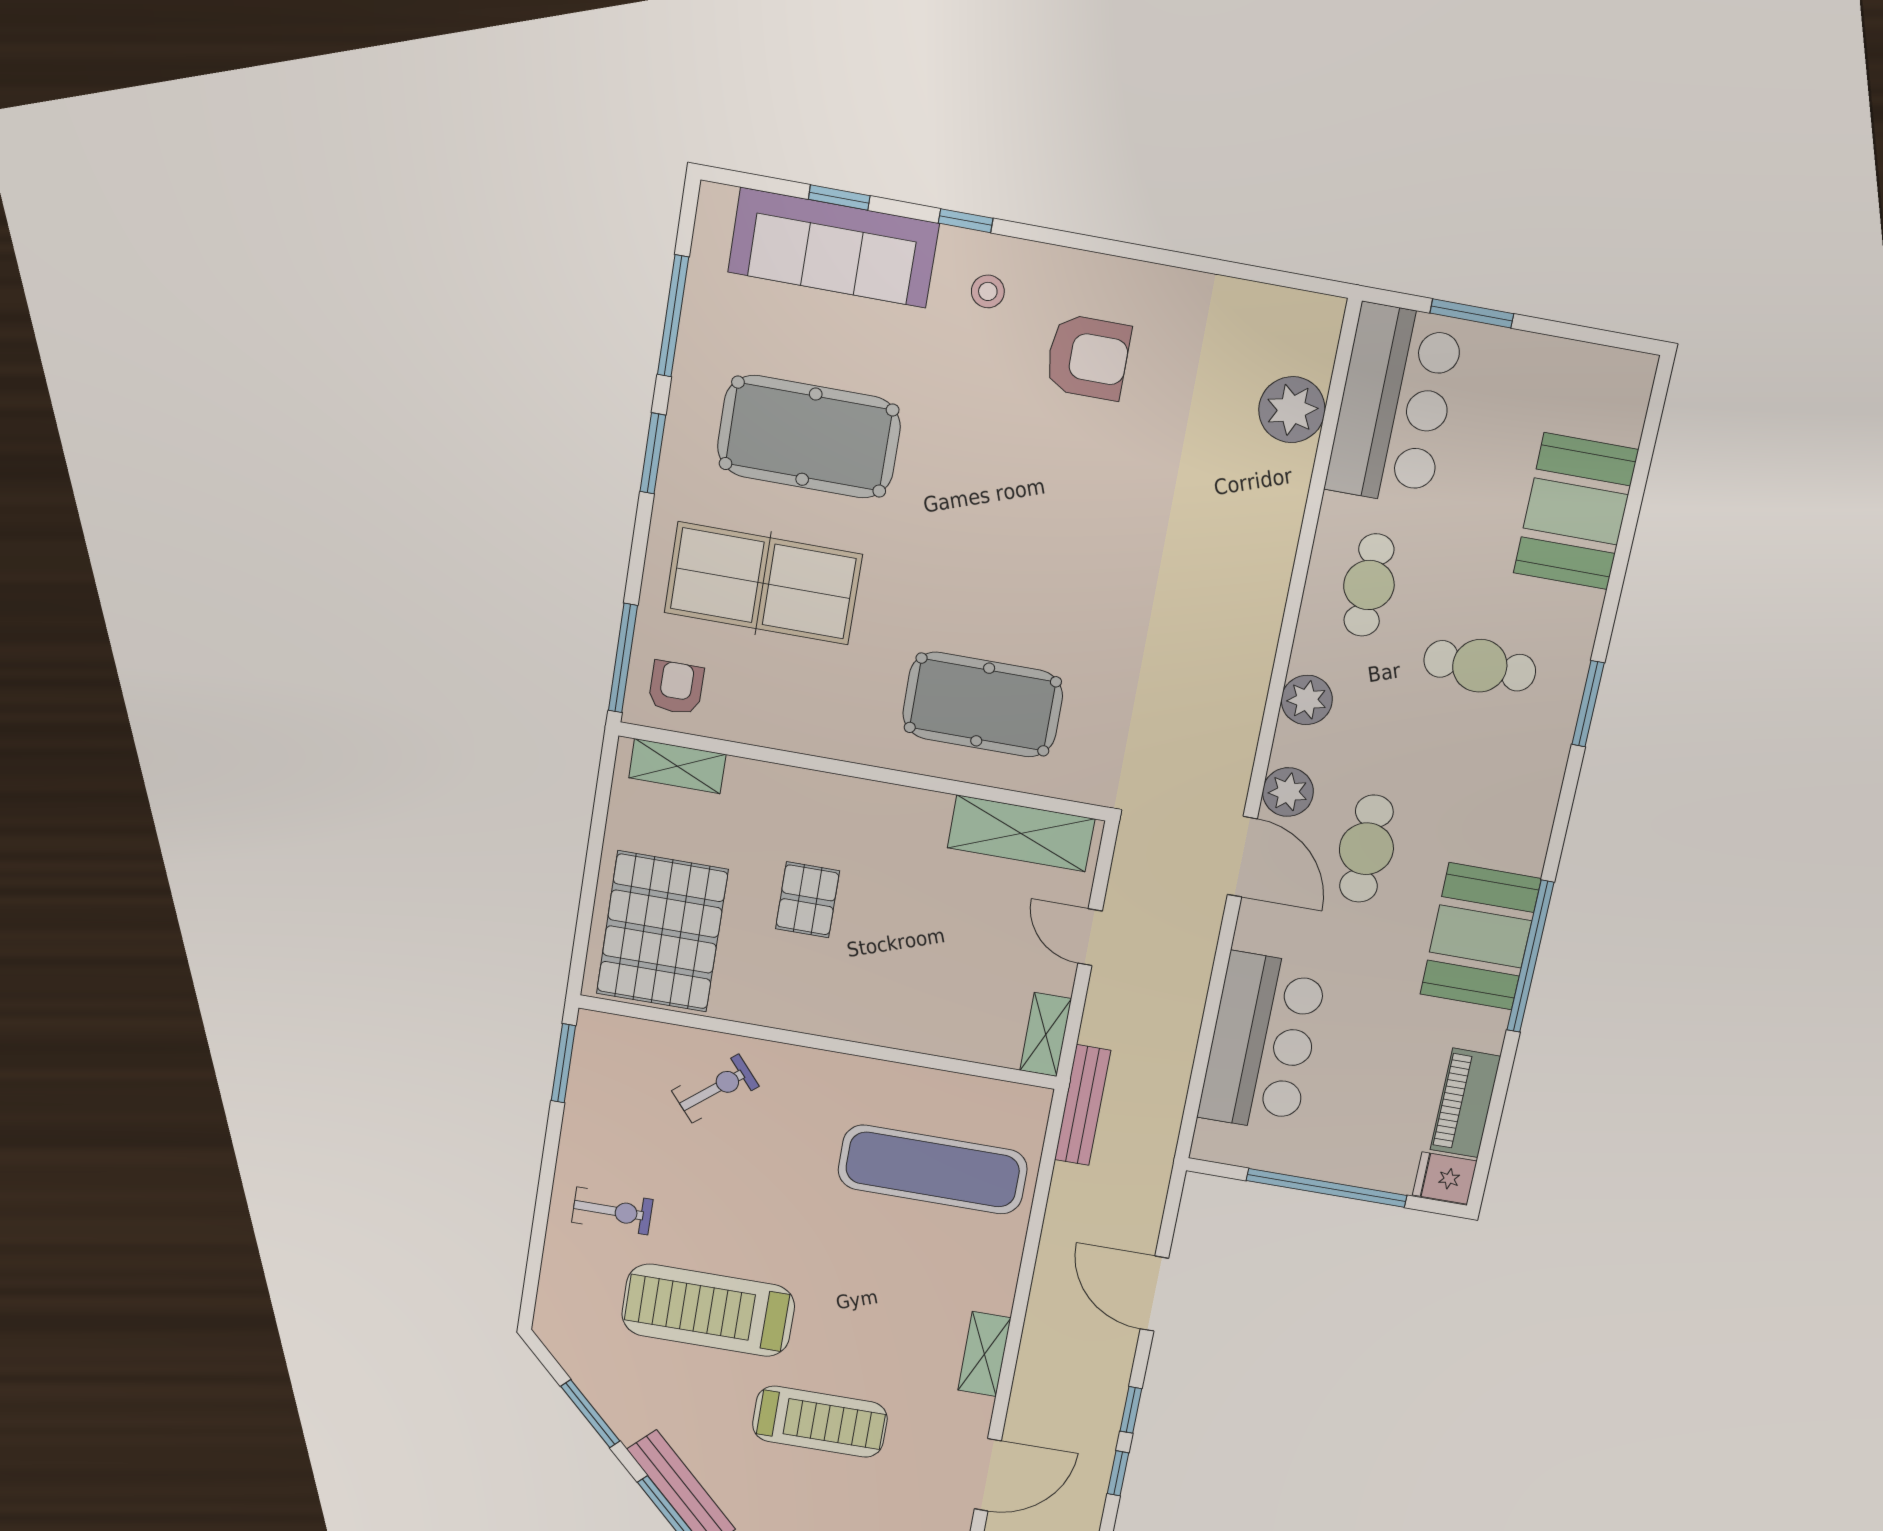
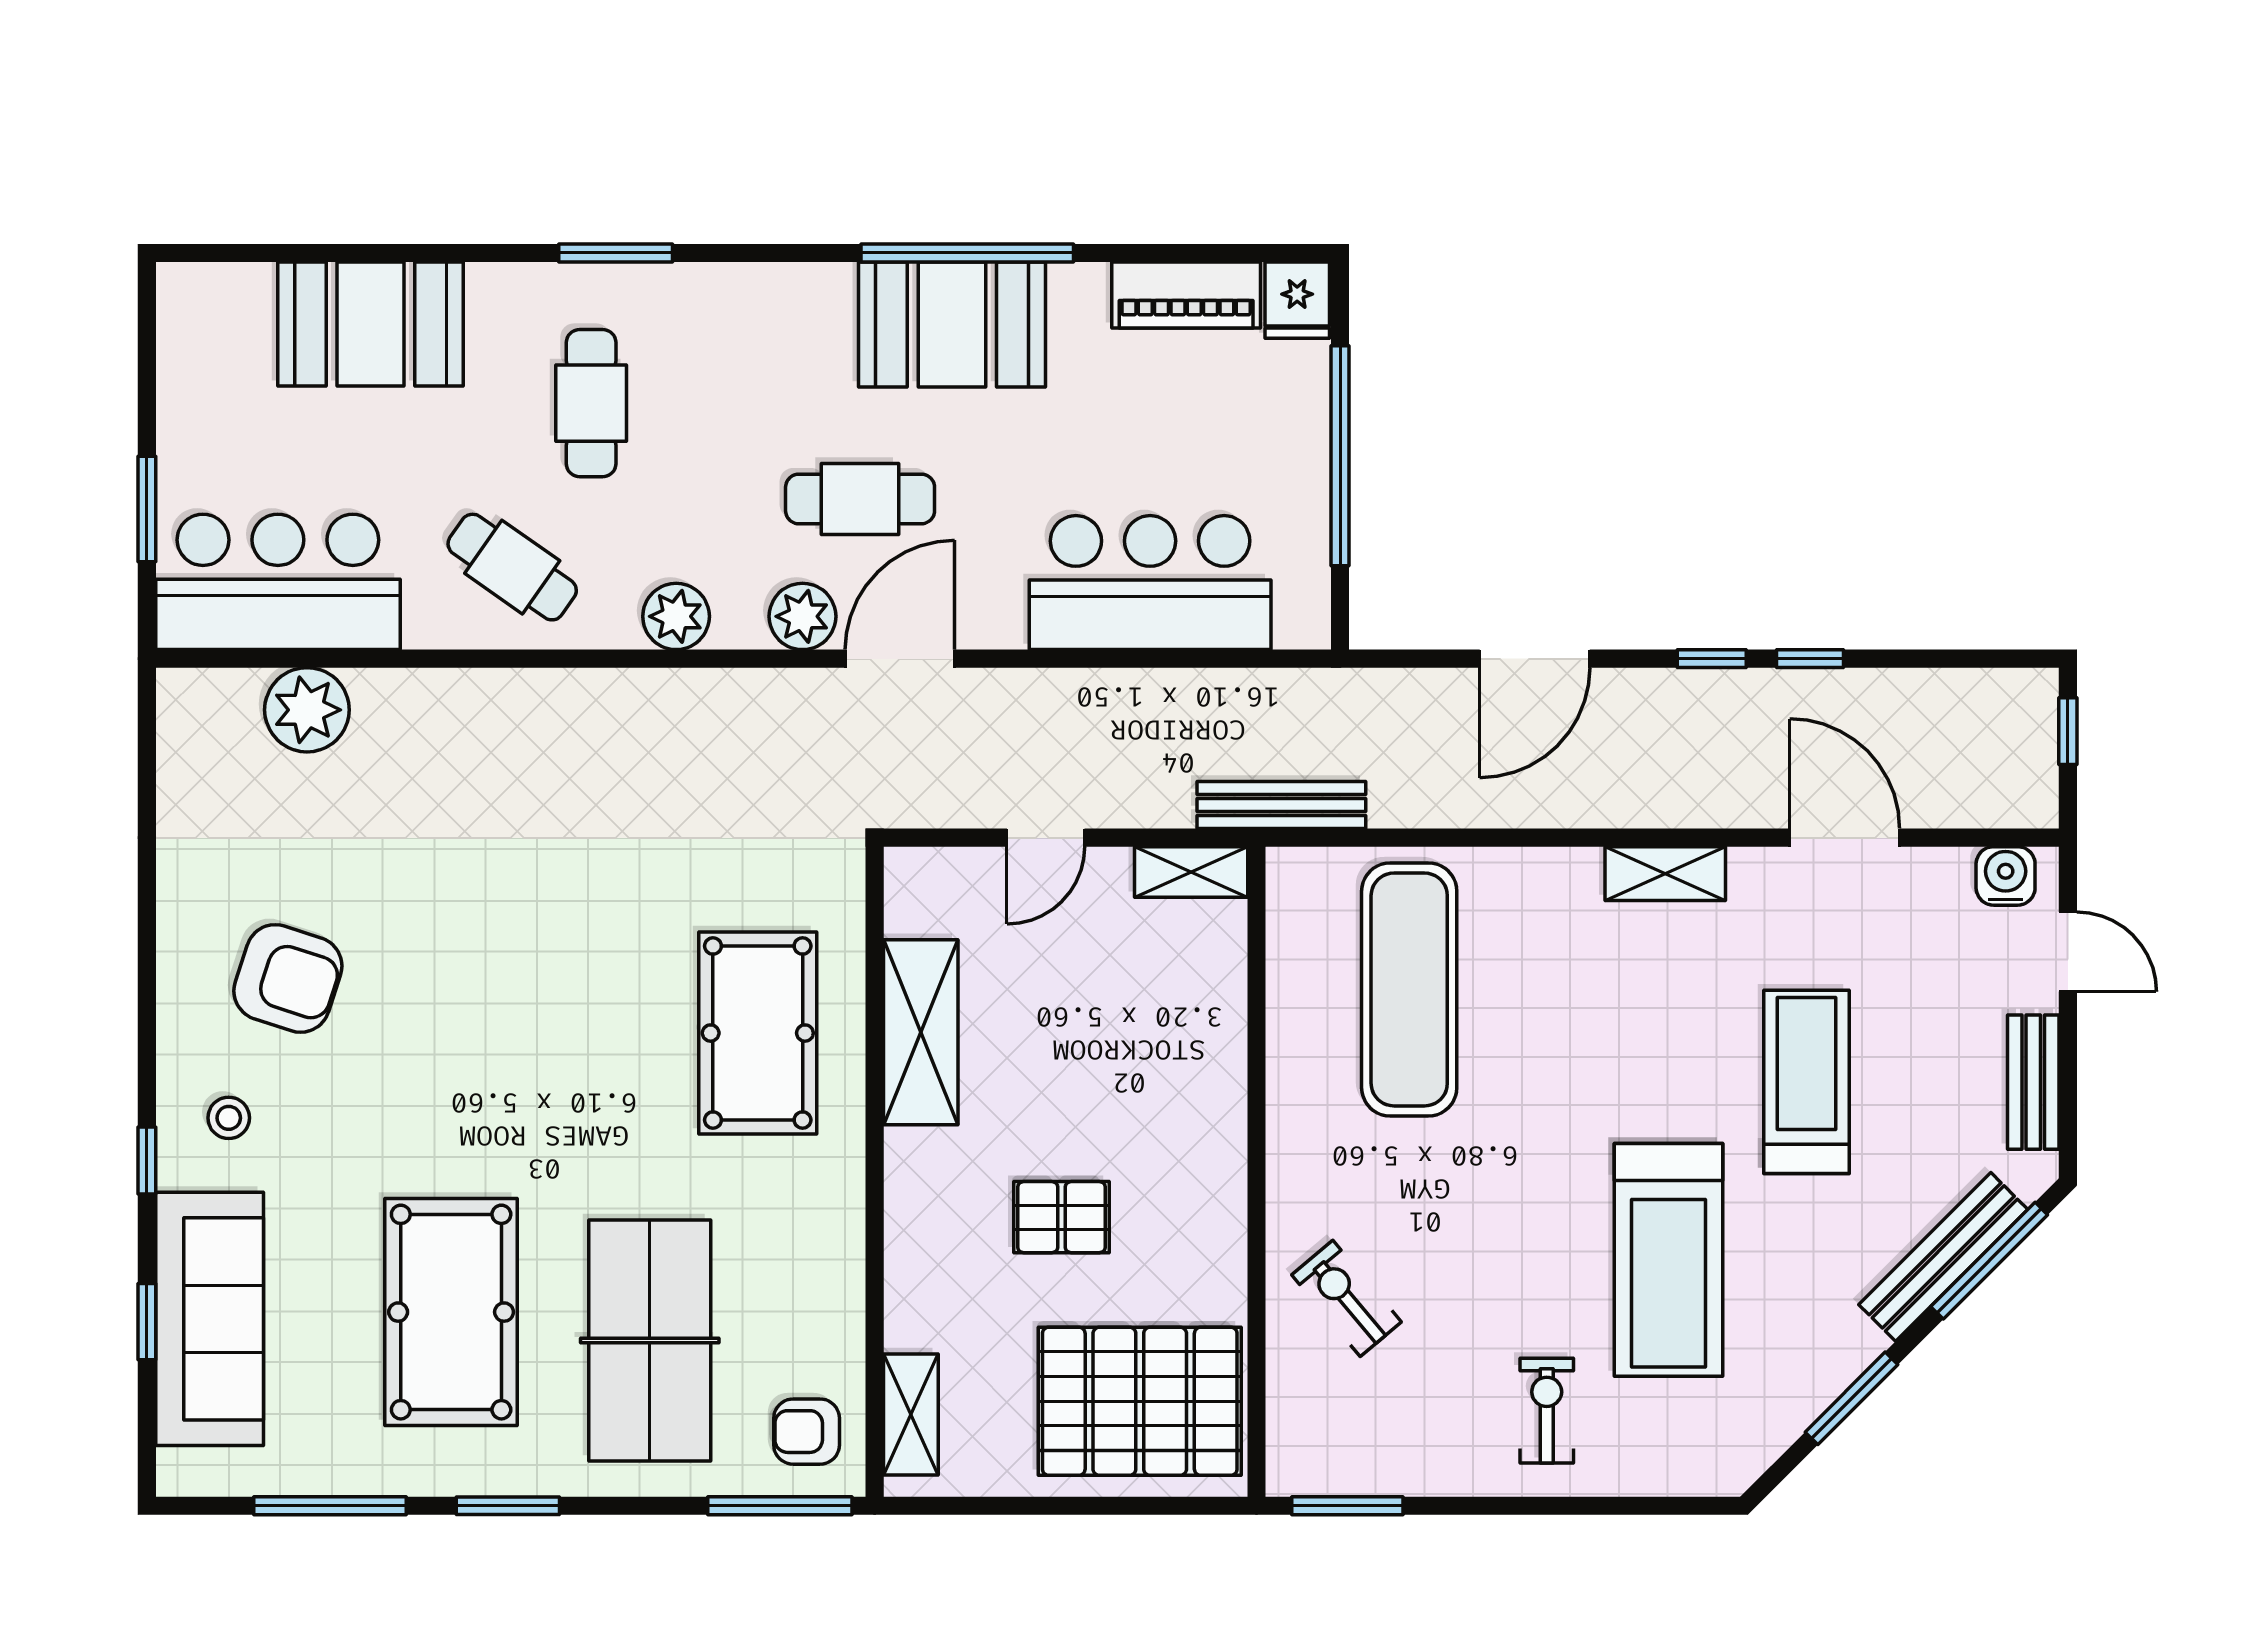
armchair: (1088, 357) -> (288, 978), turned 108
cafe table: (1369, 585) -> (512, 567), turned 35
shelving: (1021, 833) -> (921, 1032), moved

